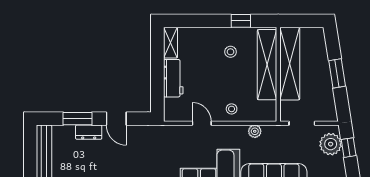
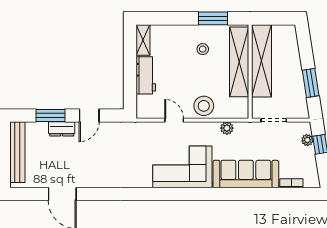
window: (241, 21) -> (213, 18), width x1.50
window: (337, 73) -> (311, 83), moved
stool: (232, 109) -> (204, 106), width x1.89, depth x1.89
door: (116, 119) -> (89, 115), hinge flipped
plant: (331, 144) -> (307, 140), width x0.53, depth x0.53

